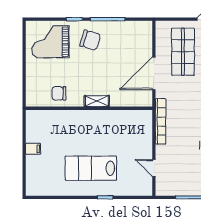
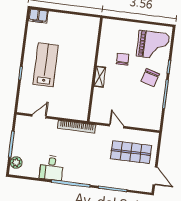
grand piano: (50, 42) -> (153, 45), turned 90
door: (154, 73) -> (116, 126), width x0.53
chair: (59, 93) -> (123, 59), moved
filing cabinet: (33, 149) -> (38, 16), moved, width x2.00

